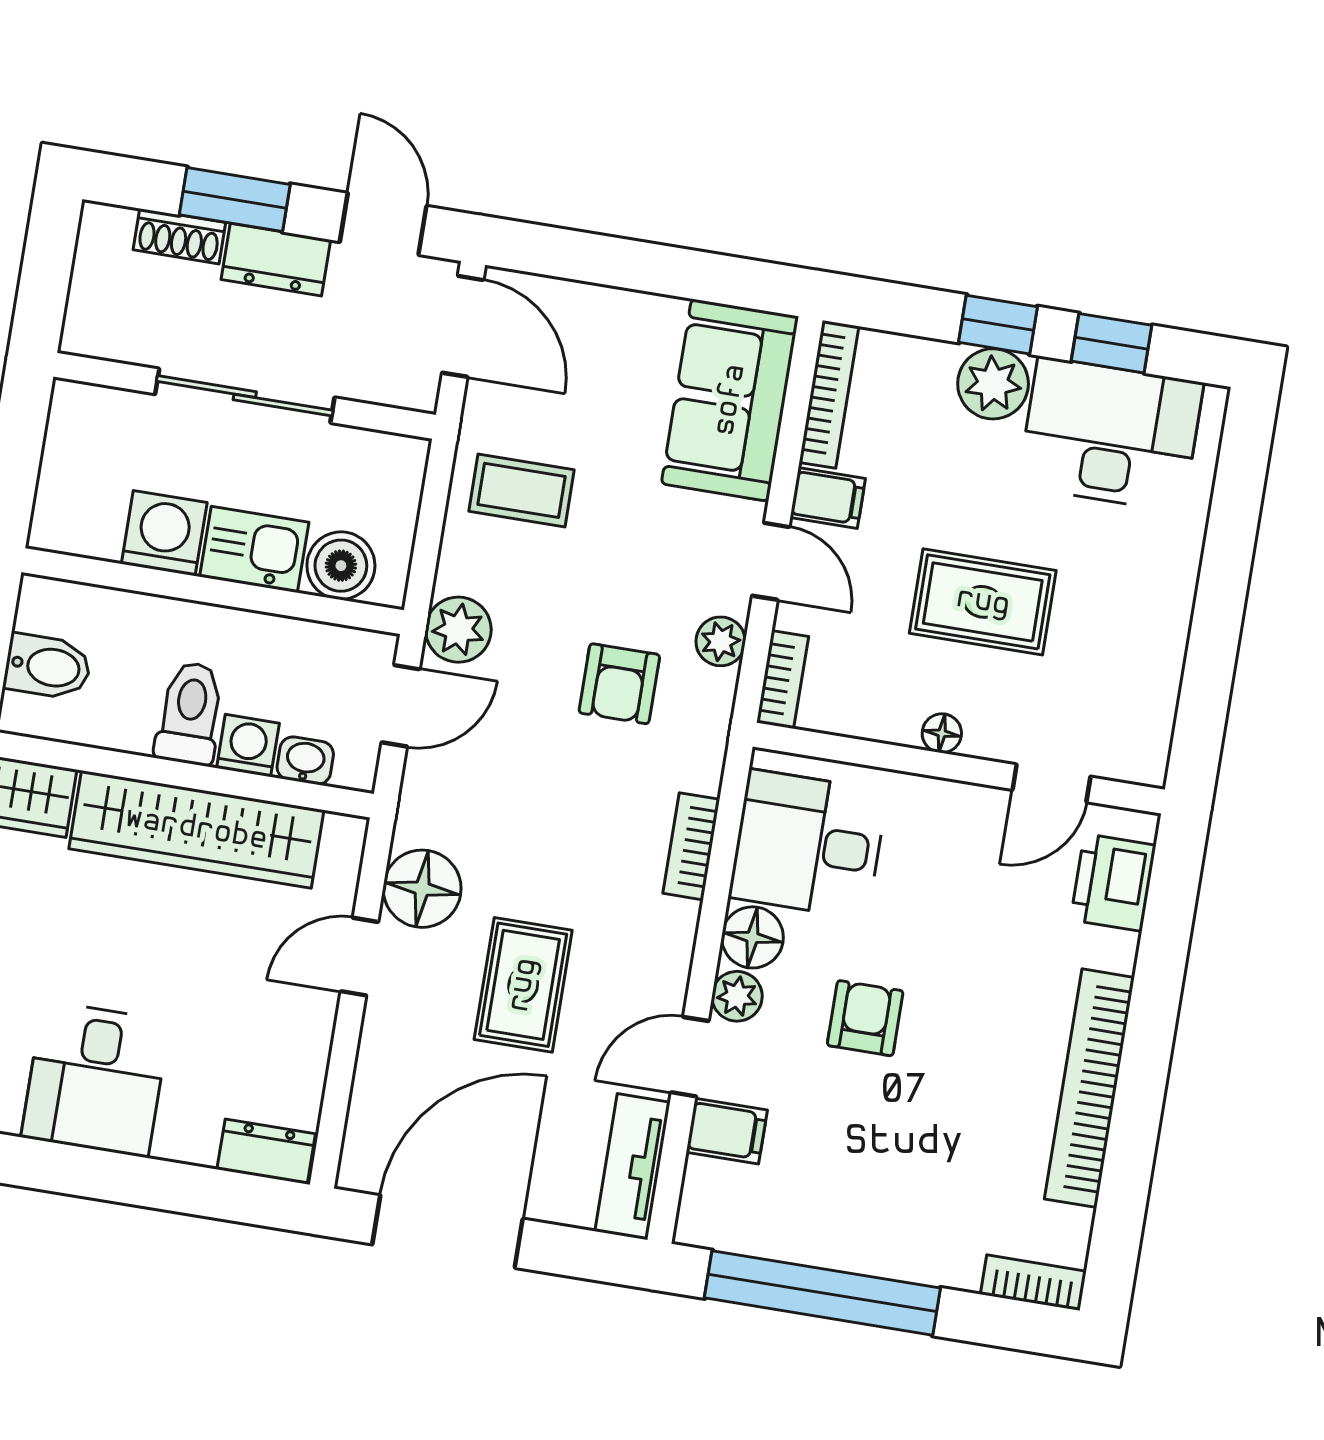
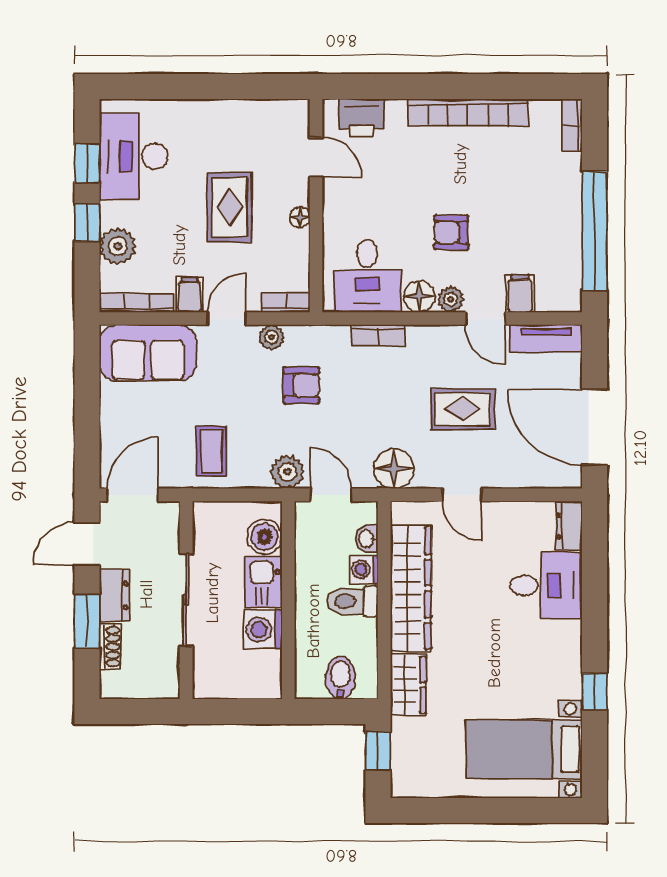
plant: (993, 384) -> (118, 246), moved
floor lamp: (422, 889) -> (394, 469), moved
desk: (96, 1079) -> (546, 585), moved

